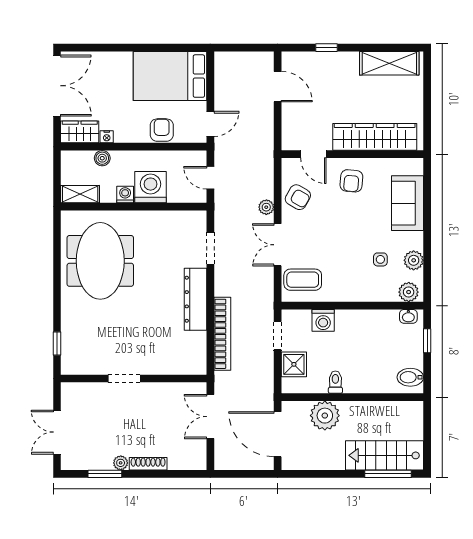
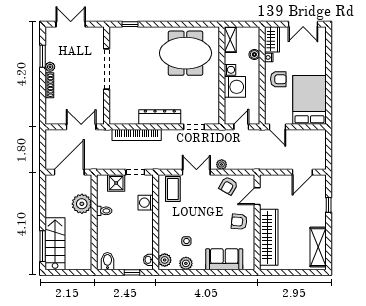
double door: (57, 86) -> (303, 24), width x0.73
armchair: (162, 130) -> (278, 79), moved
doorway: (124, 379) -> (107, 69), width x1.88

